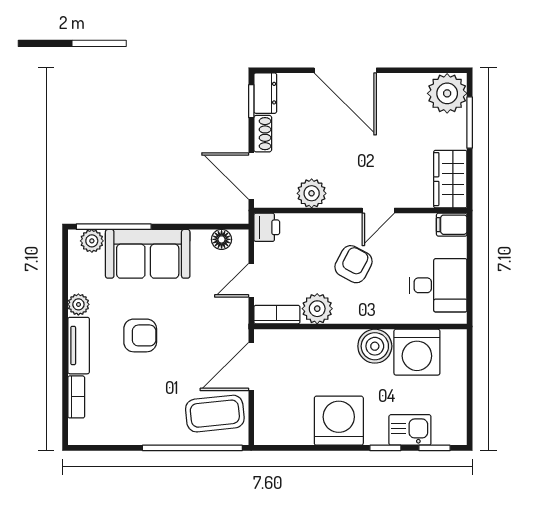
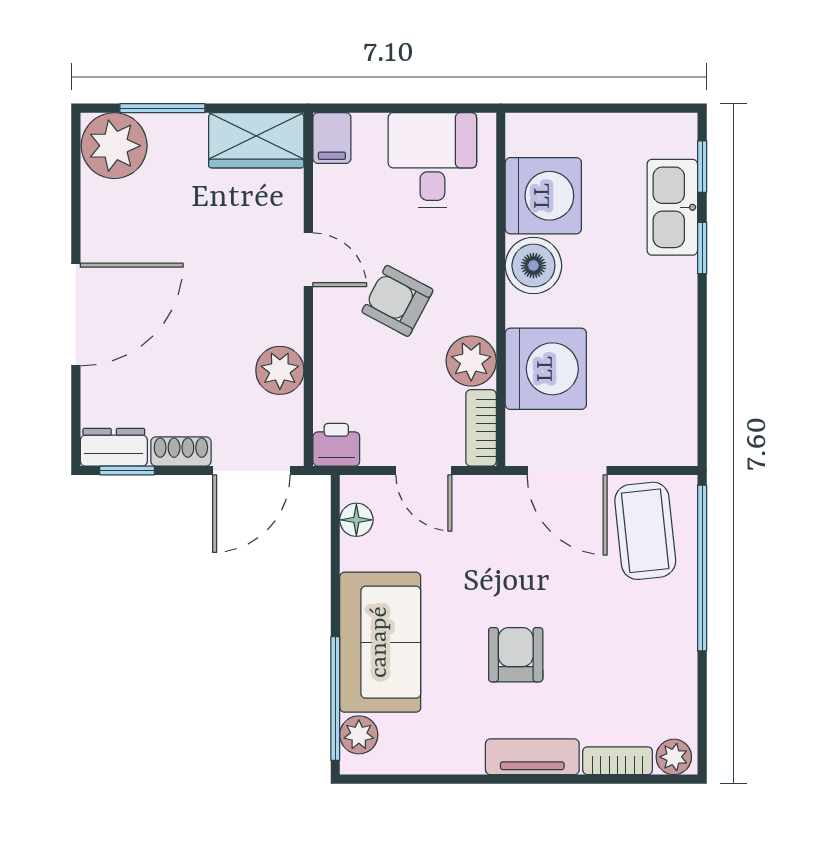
plant: (78, 304) -> (674, 757), moved
washing machine: (339, 421) -> (546, 369), moved, turned 180
kitchen sink: (410, 430) -> (672, 207), width x1.38

